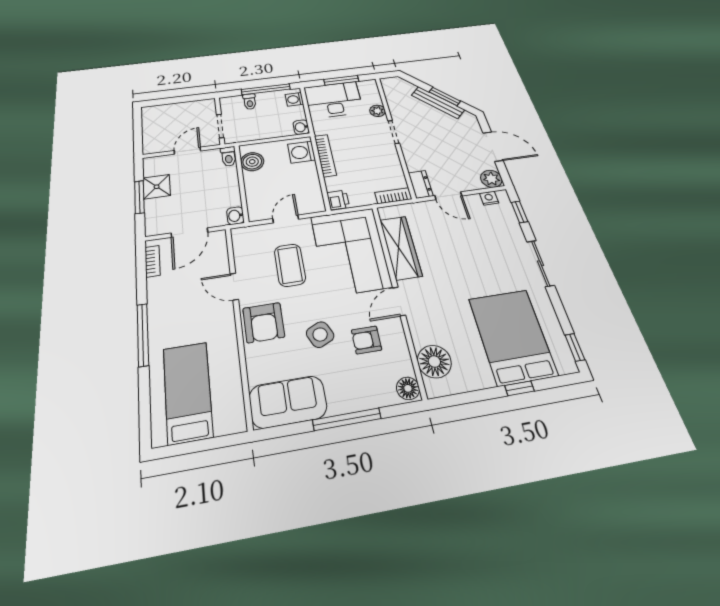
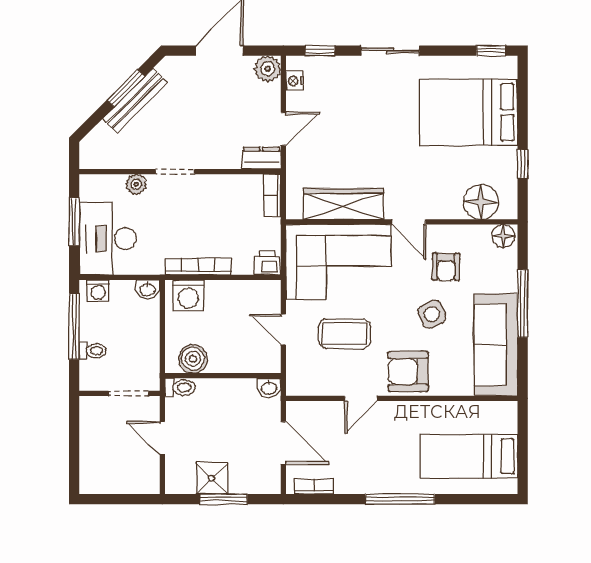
armchair: (264, 323) -> (408, 372), turned 180
window: (520, 388) -> (523, 164), moved
sofa: (288, 402) -> (496, 345), width x1.36

